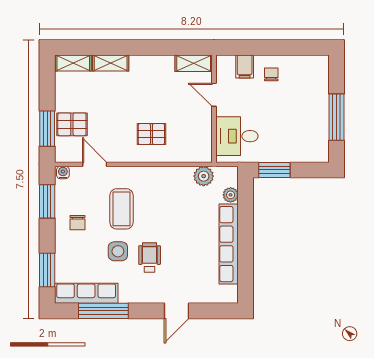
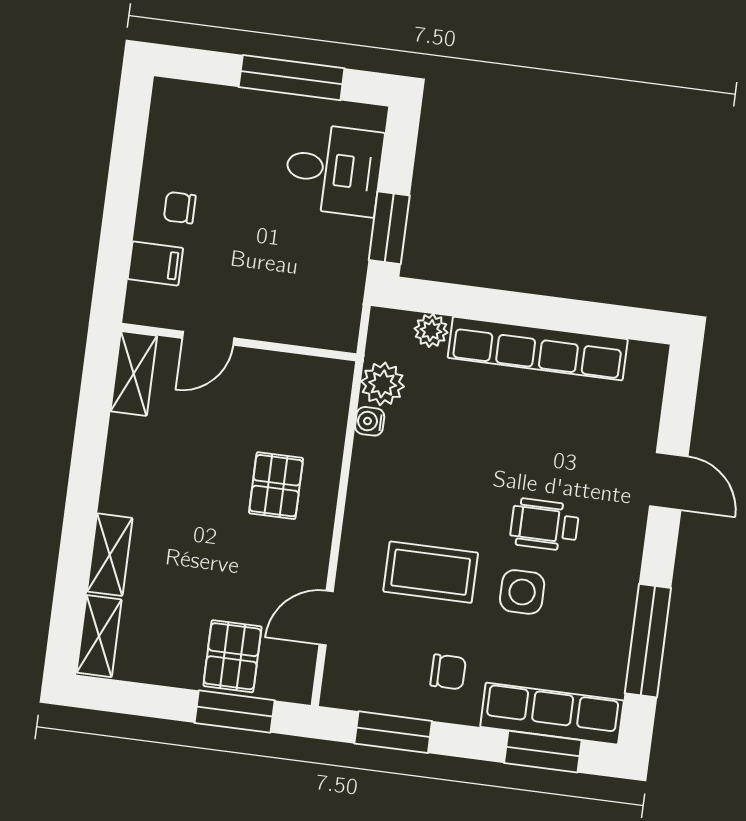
desk: (237, 136) -> (334, 170), moved, turned -90
water cooler: (63, 173) -> (370, 421), moved
row of seats: (86, 293) -> (552, 714), moved, turned 90

